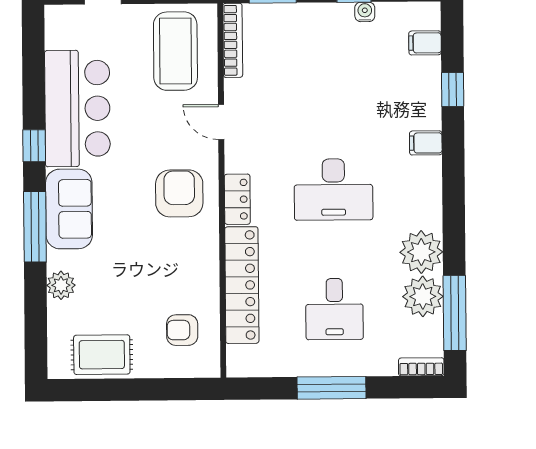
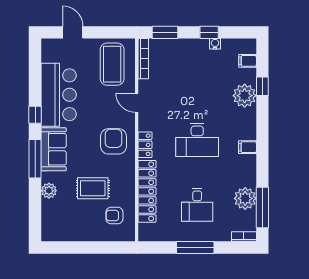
filing cabinet: (426, 143) -> (247, 147), moved
plant: (421, 252) -> (245, 96), moved
rug: (102, 355) -> (93, 188), moved

